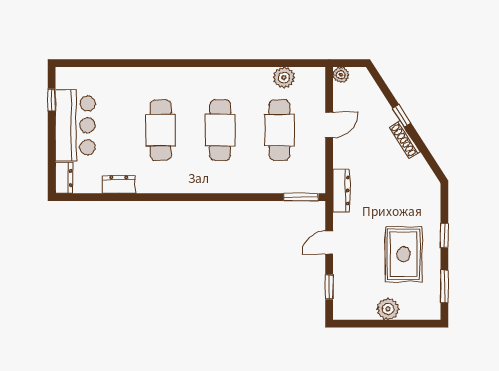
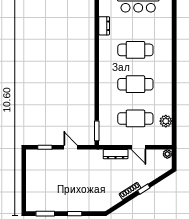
dresser: (341, 191) -> (116, 154), moved
rug: (404, 254) -> (64, 190), removed
plant: (388, 309) -> (32, 181), removed

